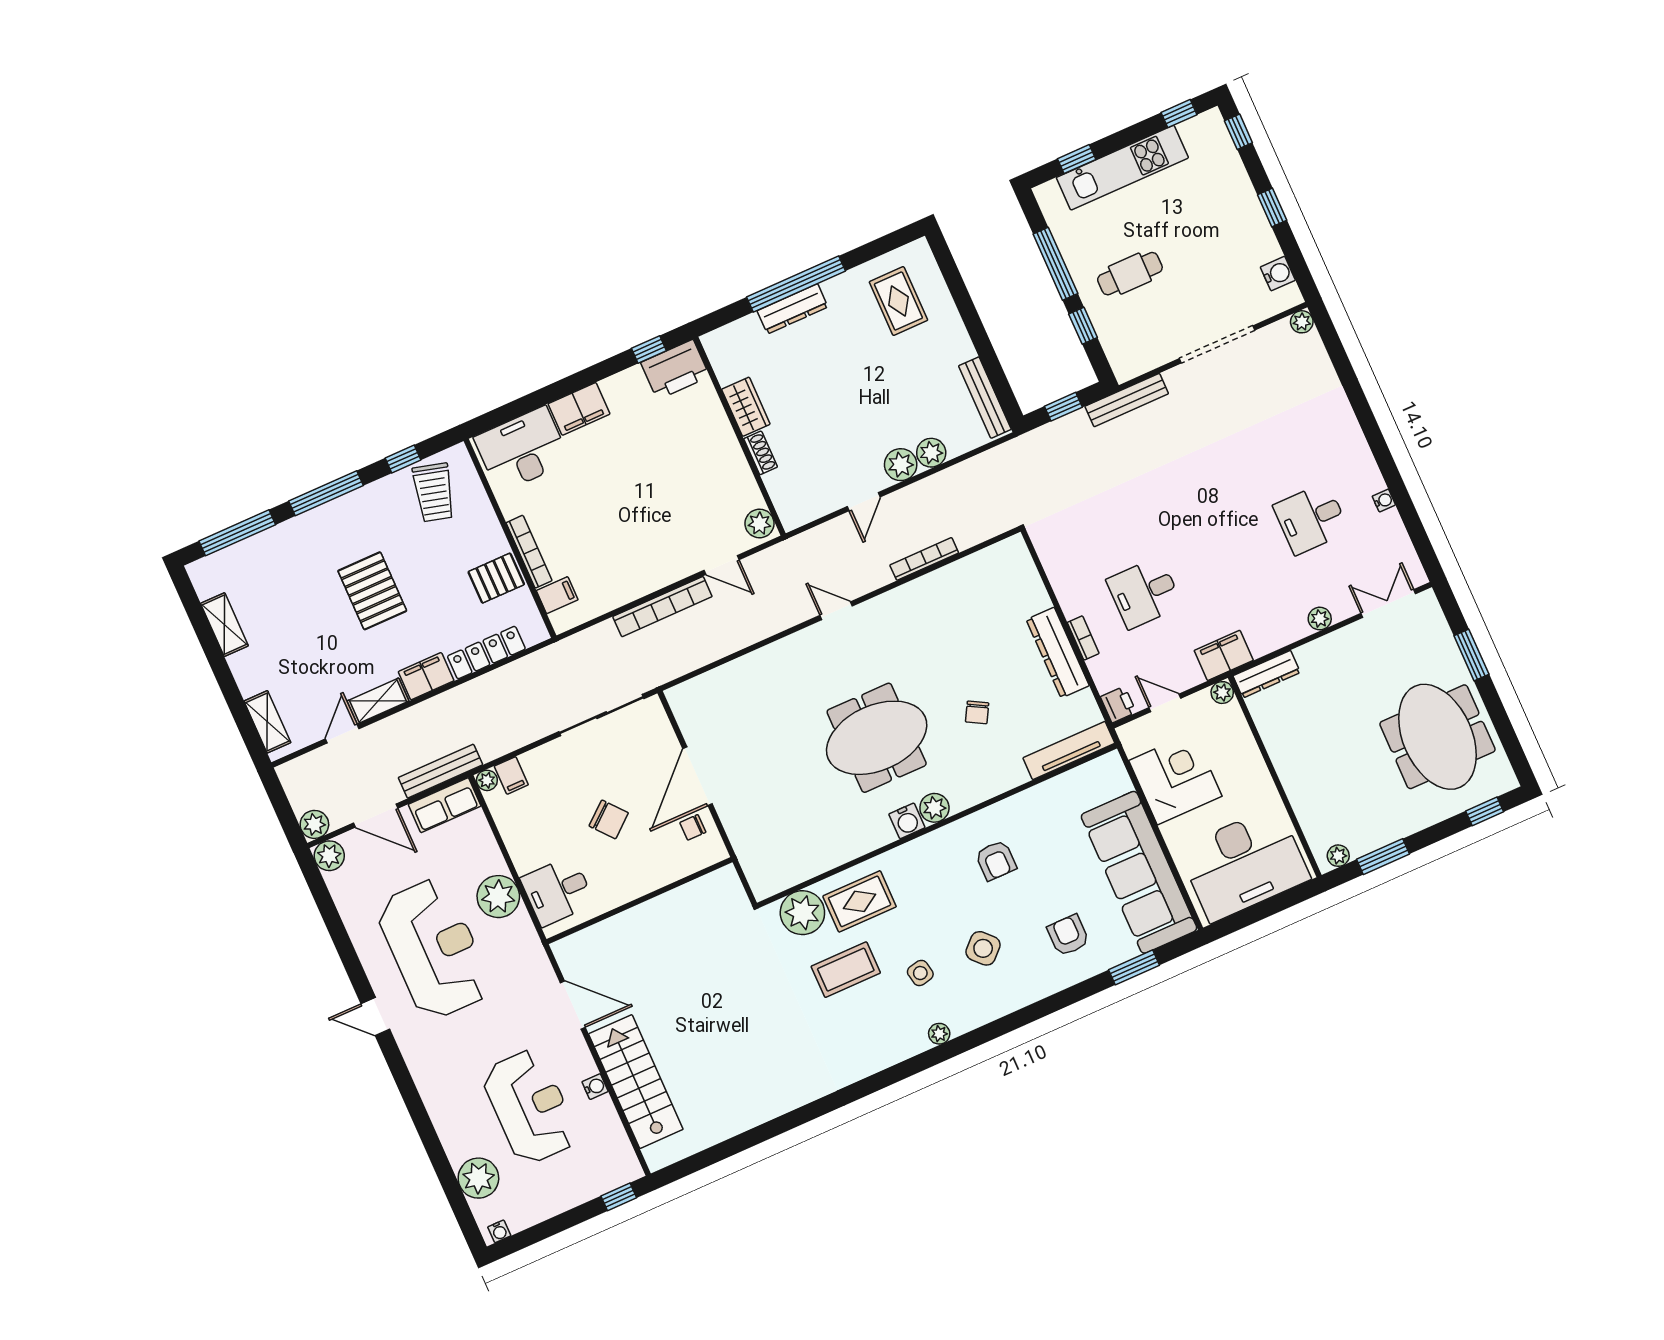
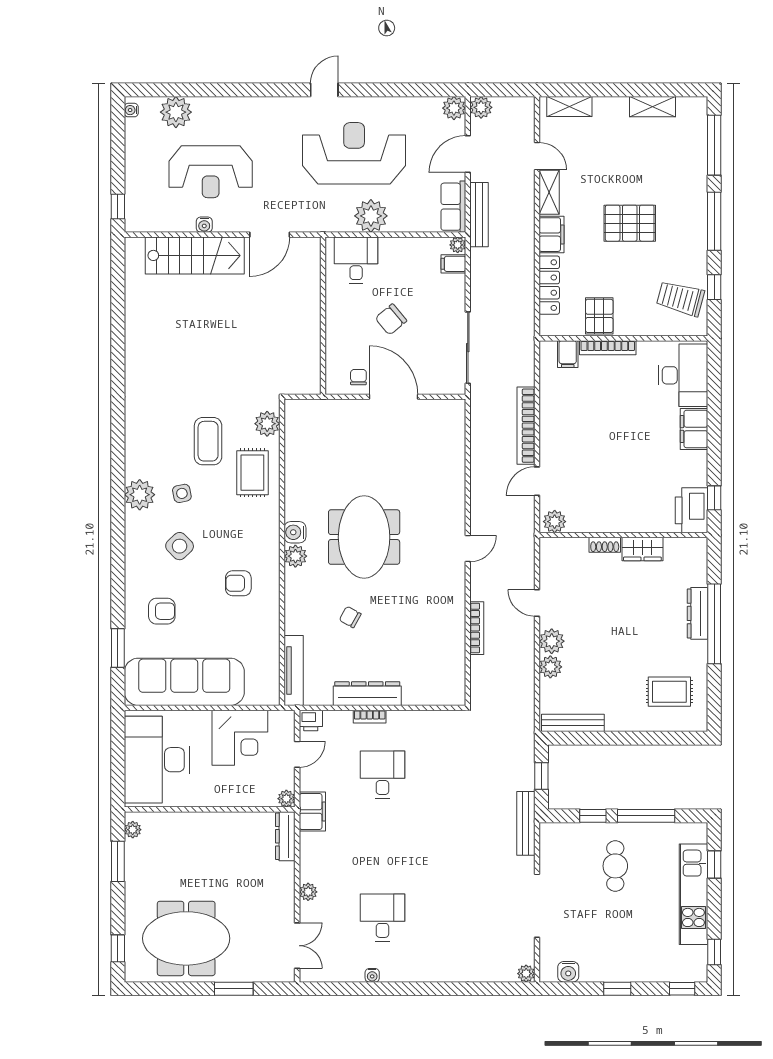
plant: (802, 913) -> (267, 424), width x0.73, depth x0.73
reception desk: (434, 949) -> (354, 153), turned 180
plant: (939, 1034) -> (140, 495), width x1.87, depth x1.87

